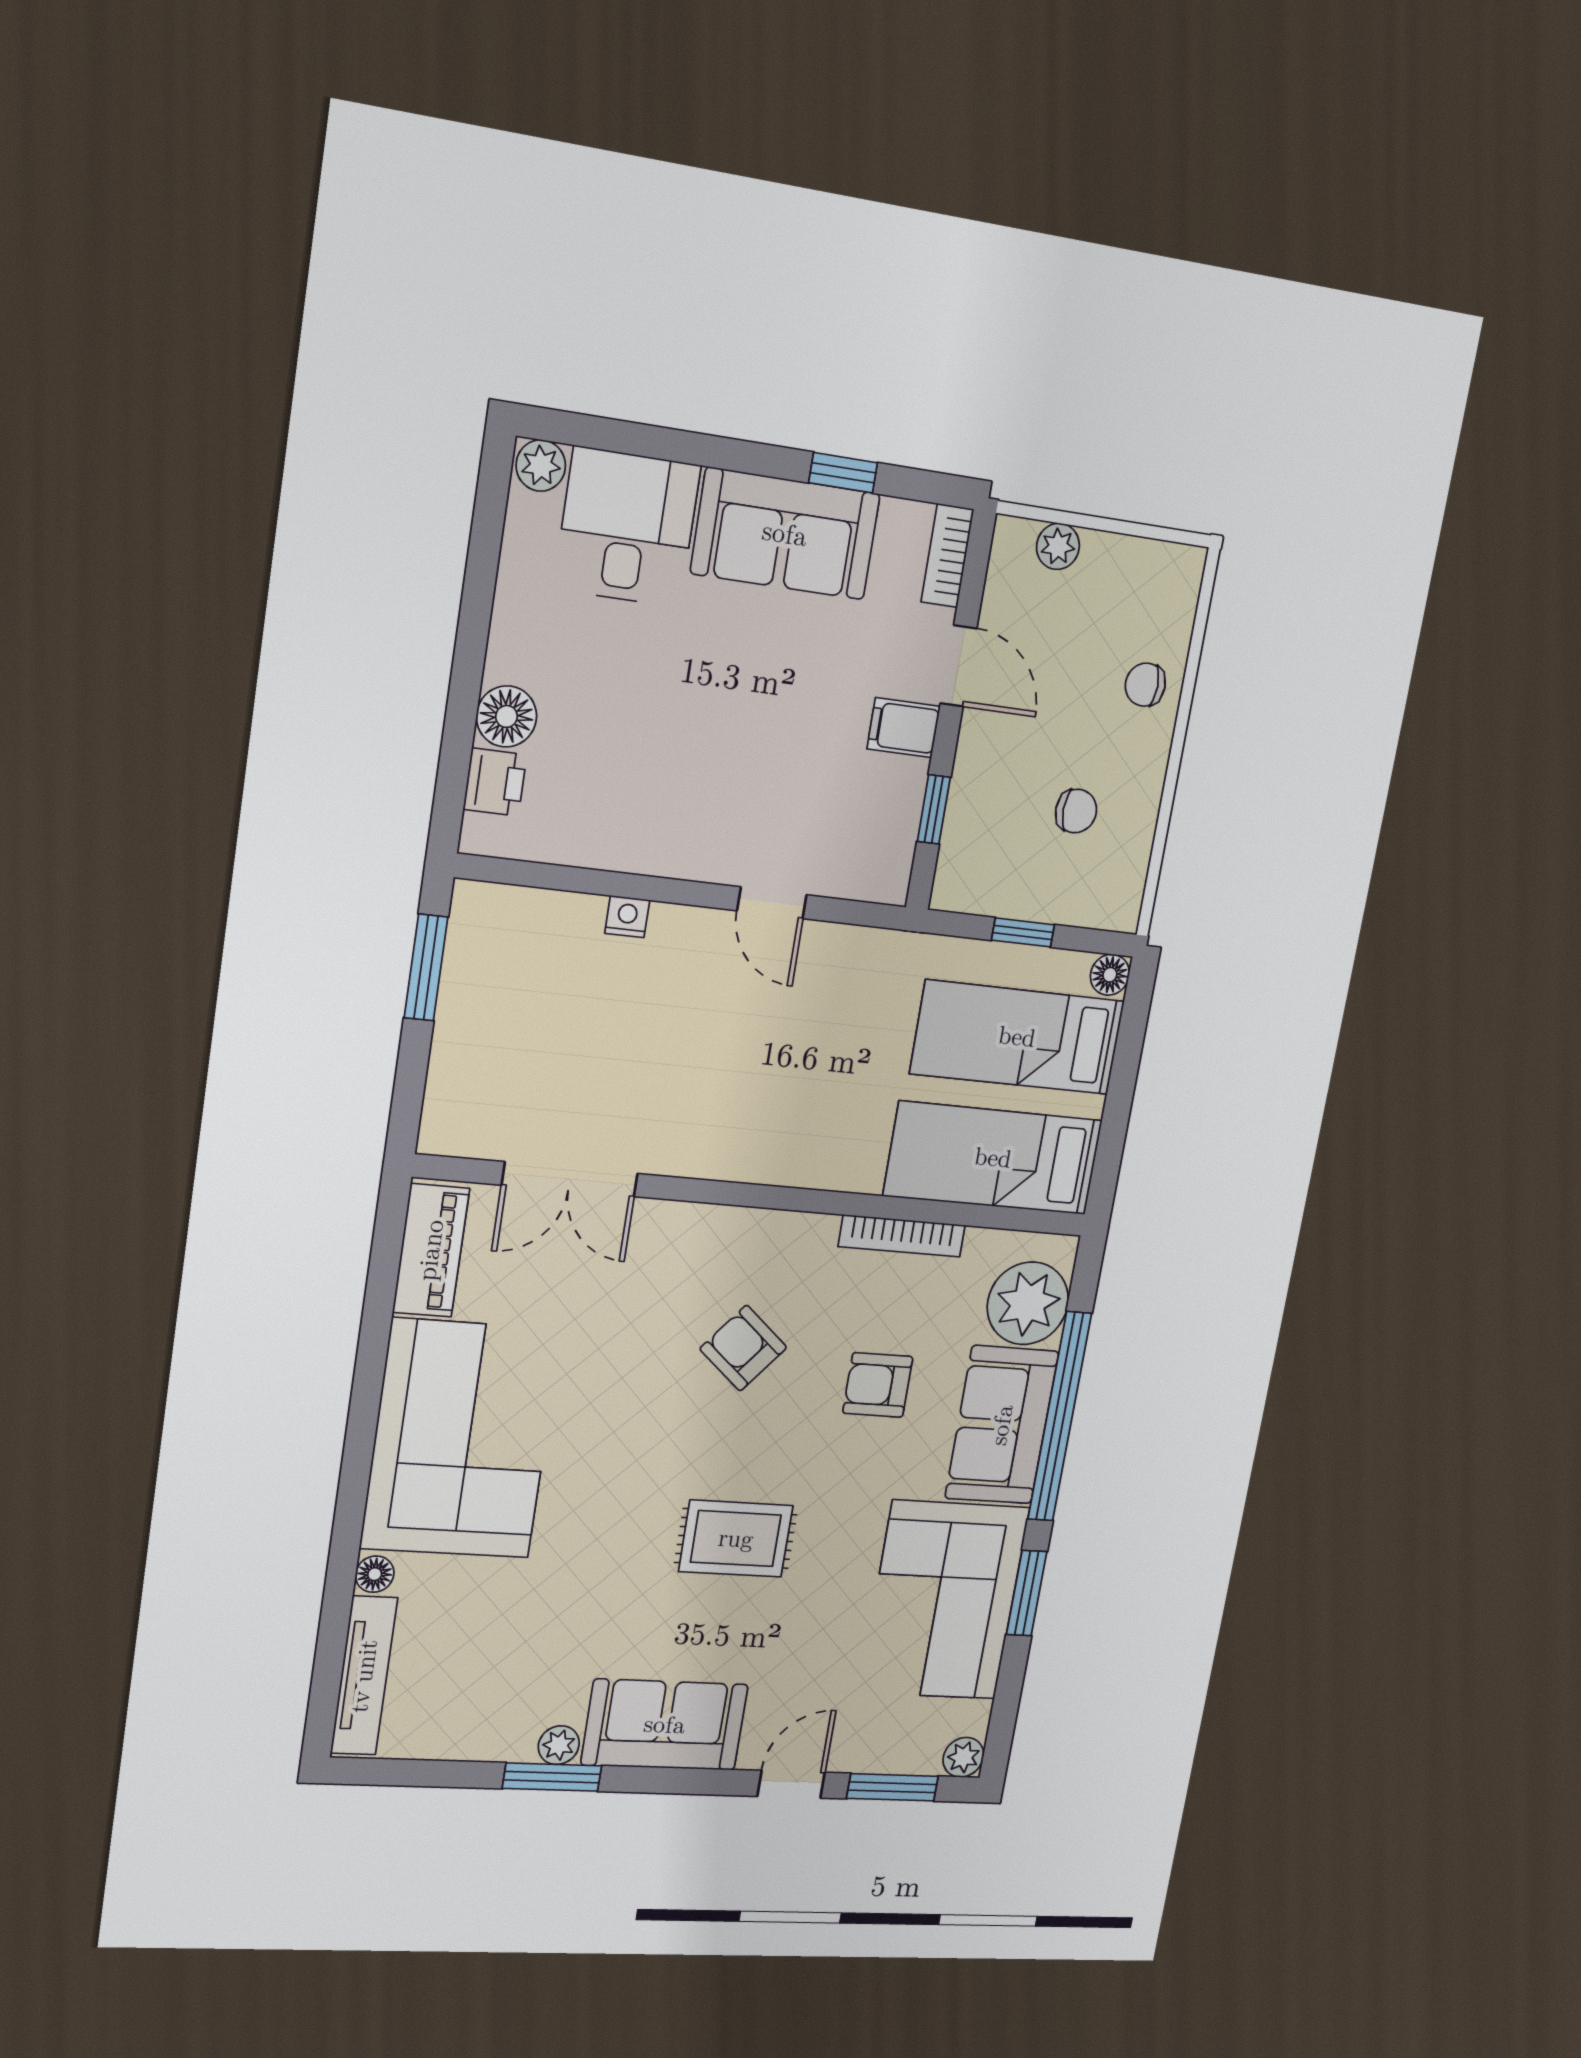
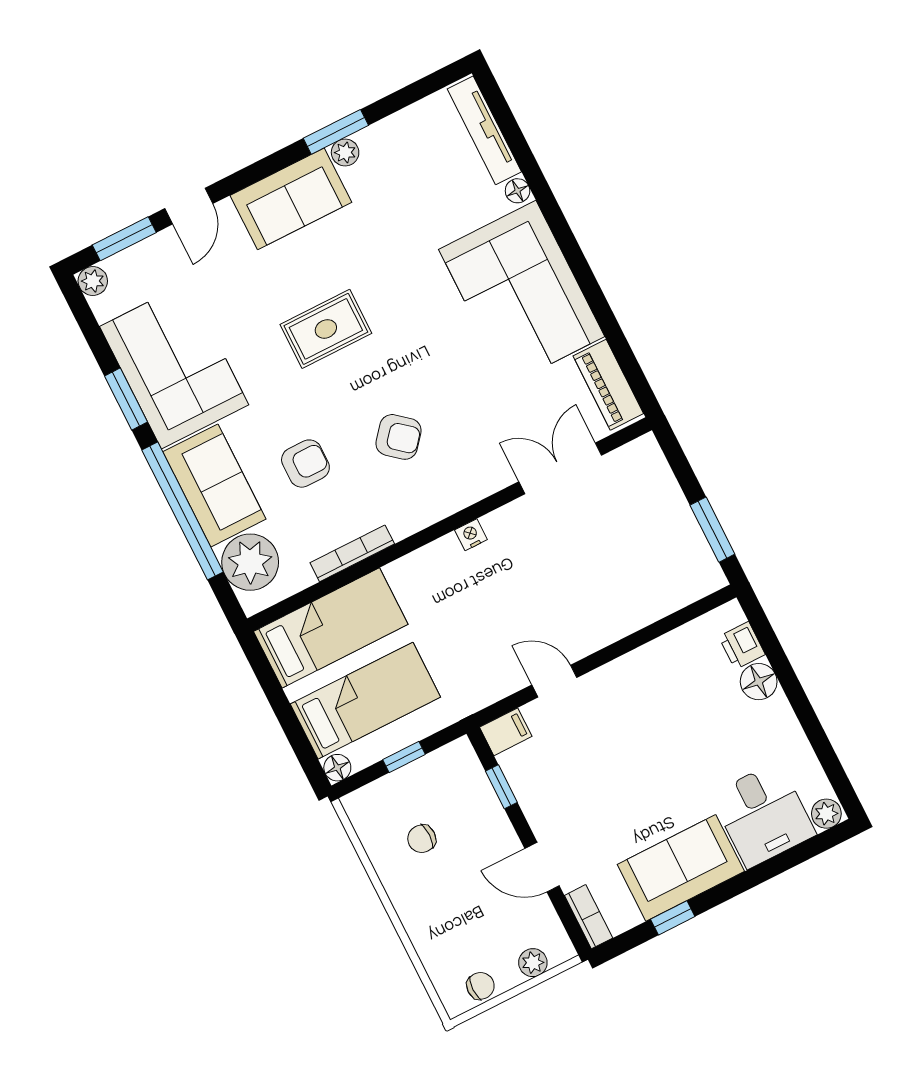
chair: (1145, 685) -> (480, 986), moved
filing cabinet: (904, 728) -> (506, 732), moved
nightstand: (627, 917) -> (471, 535), moved, turned 180

